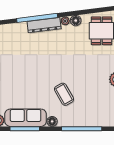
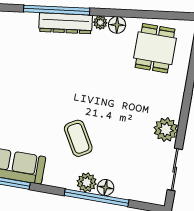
plant: (74, 120) -> (87, 182), added
floor lamp: (52, 121) -> (106, 187), moved

